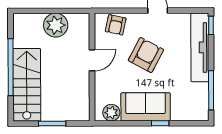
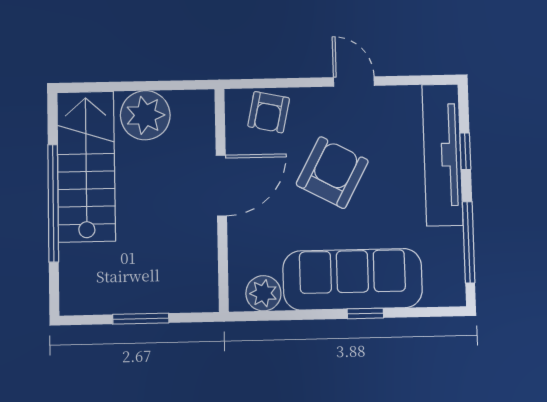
window: (211, 25) -> (465, 151), moved
door: (92, 60) -> (221, 186), width x1.38
stairs: (27, 85) -> (86, 167), moved
sofa: (146, 107) -> (353, 279), width x1.36

